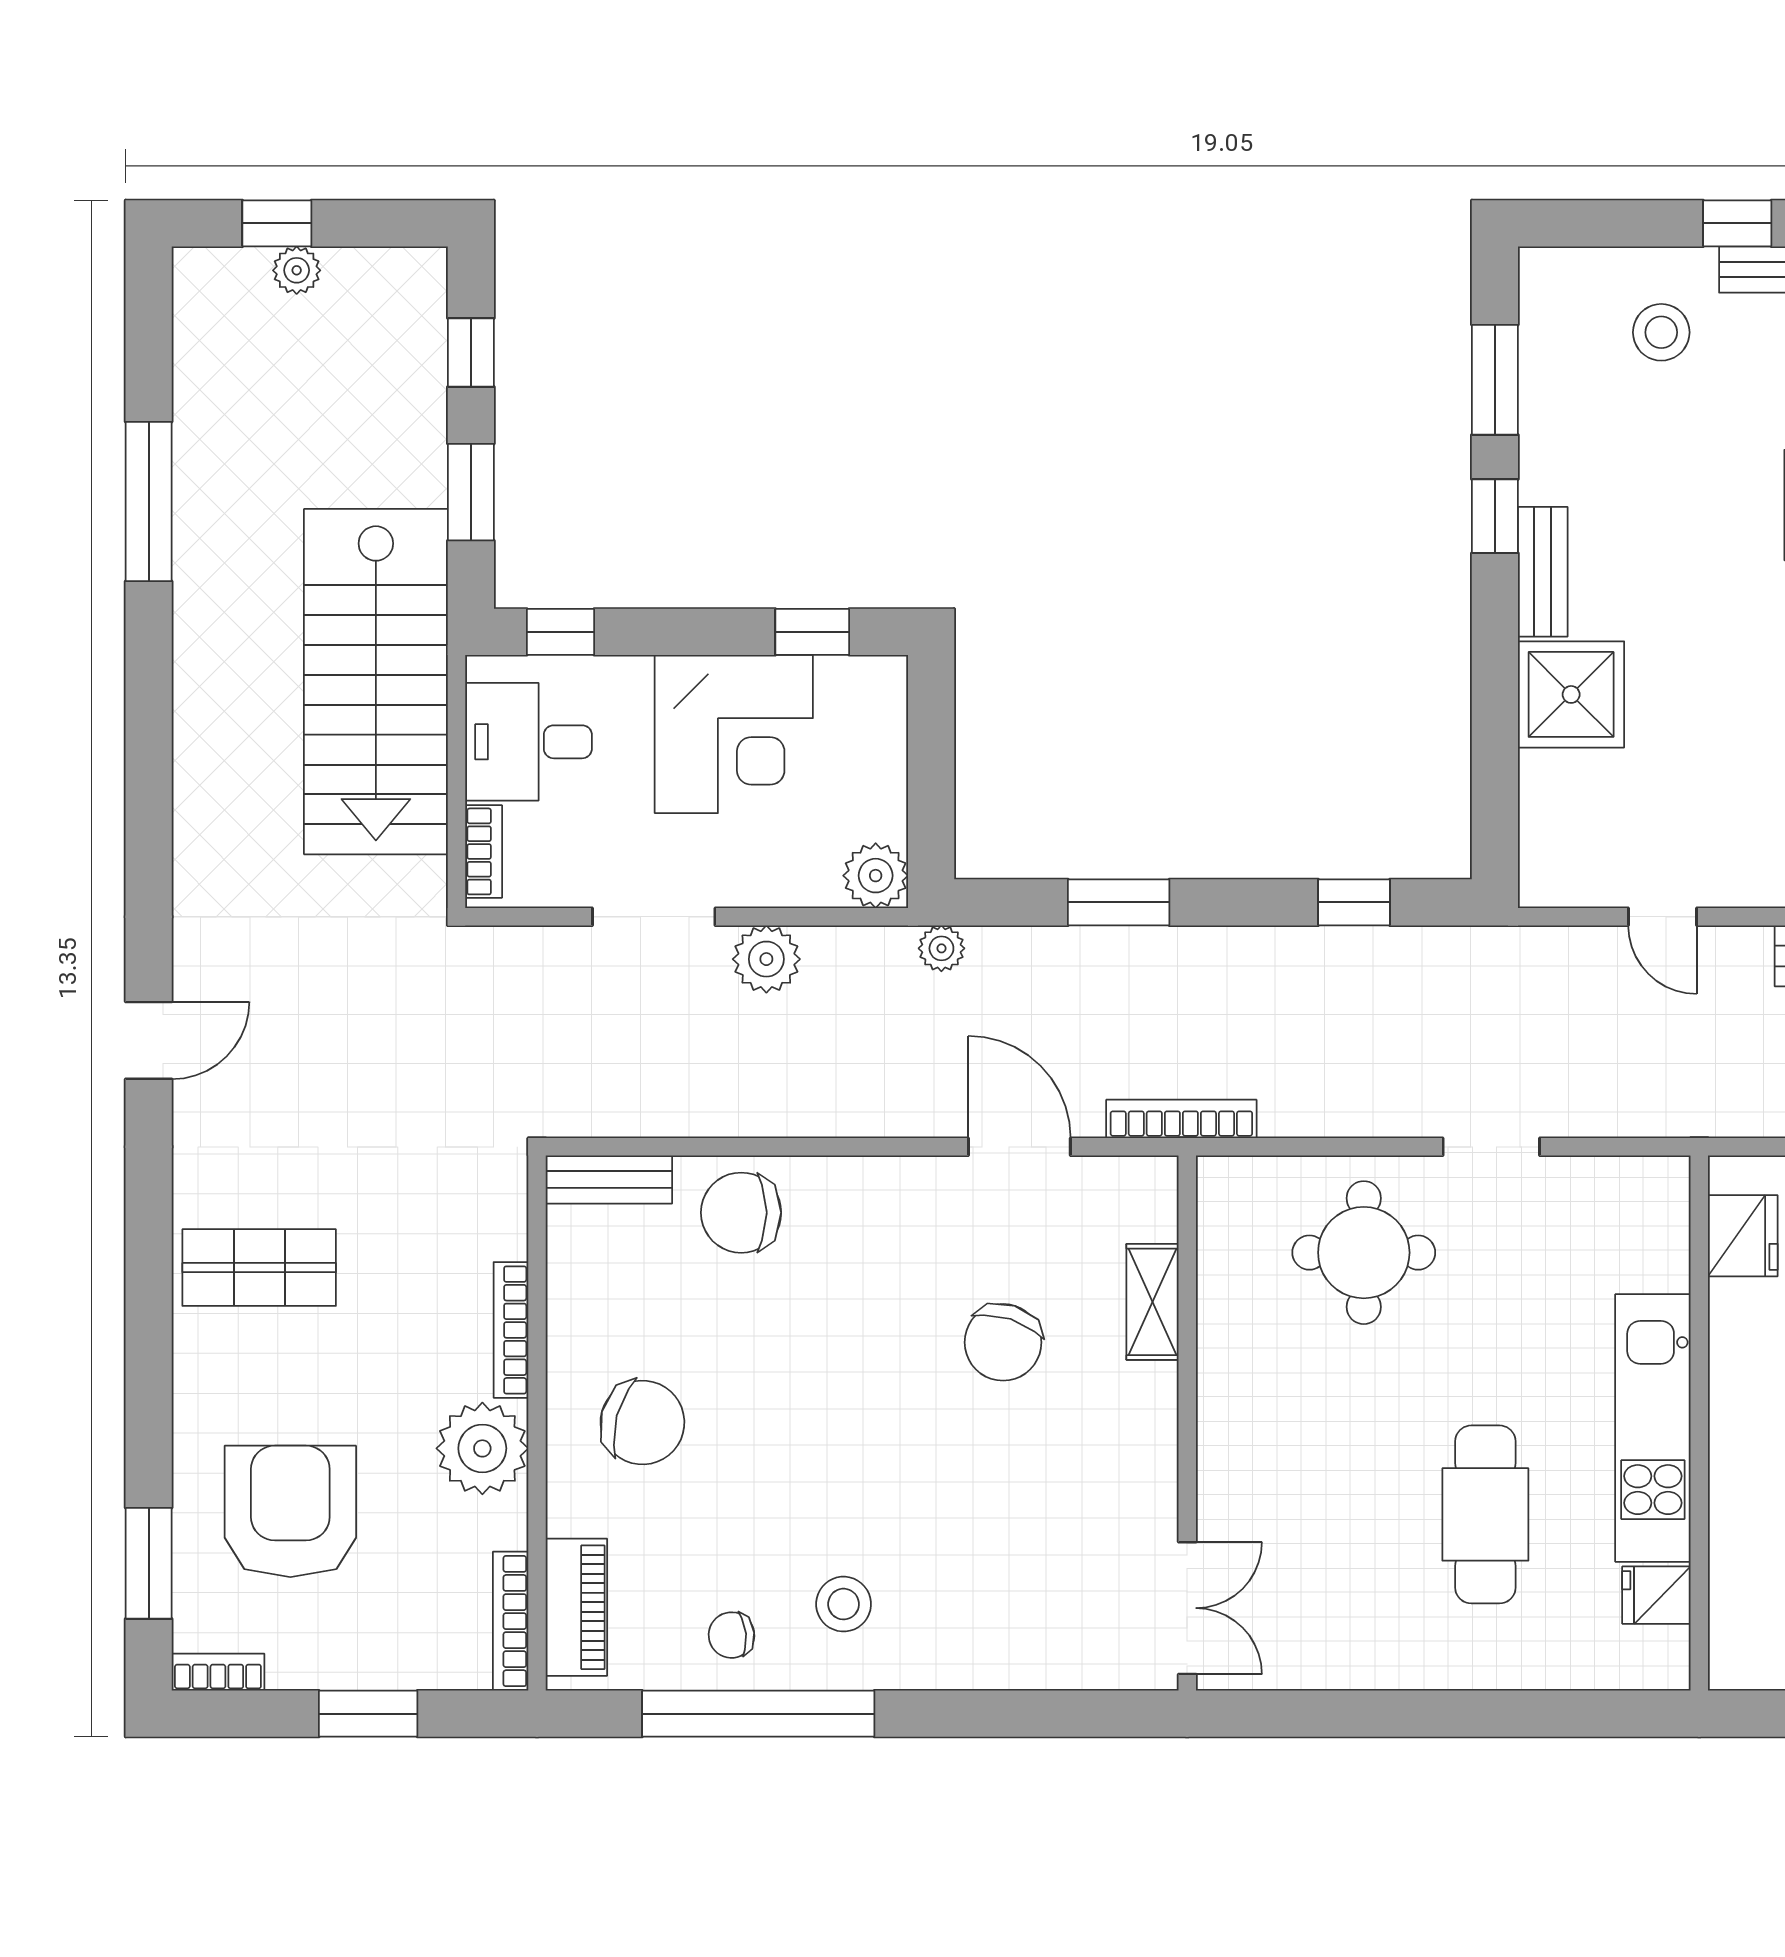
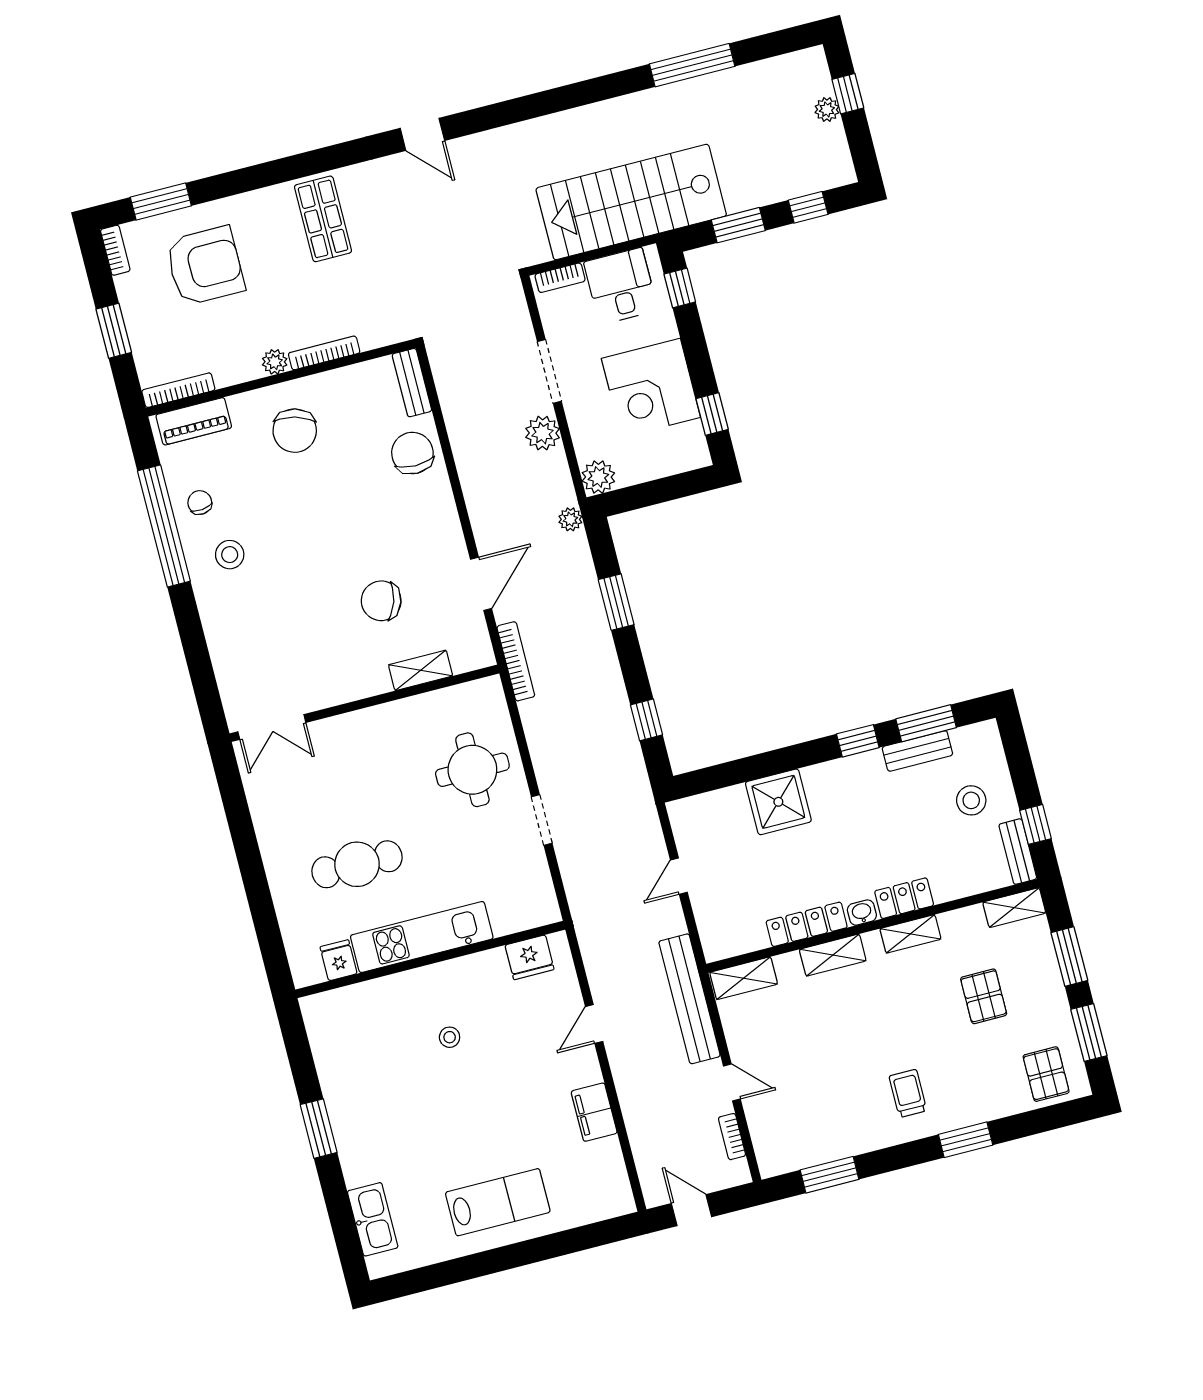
bench: (1543, 572) -> (917, 751), moved
plant: (482, 1448) -> (275, 362), width x0.53, depth x0.53

